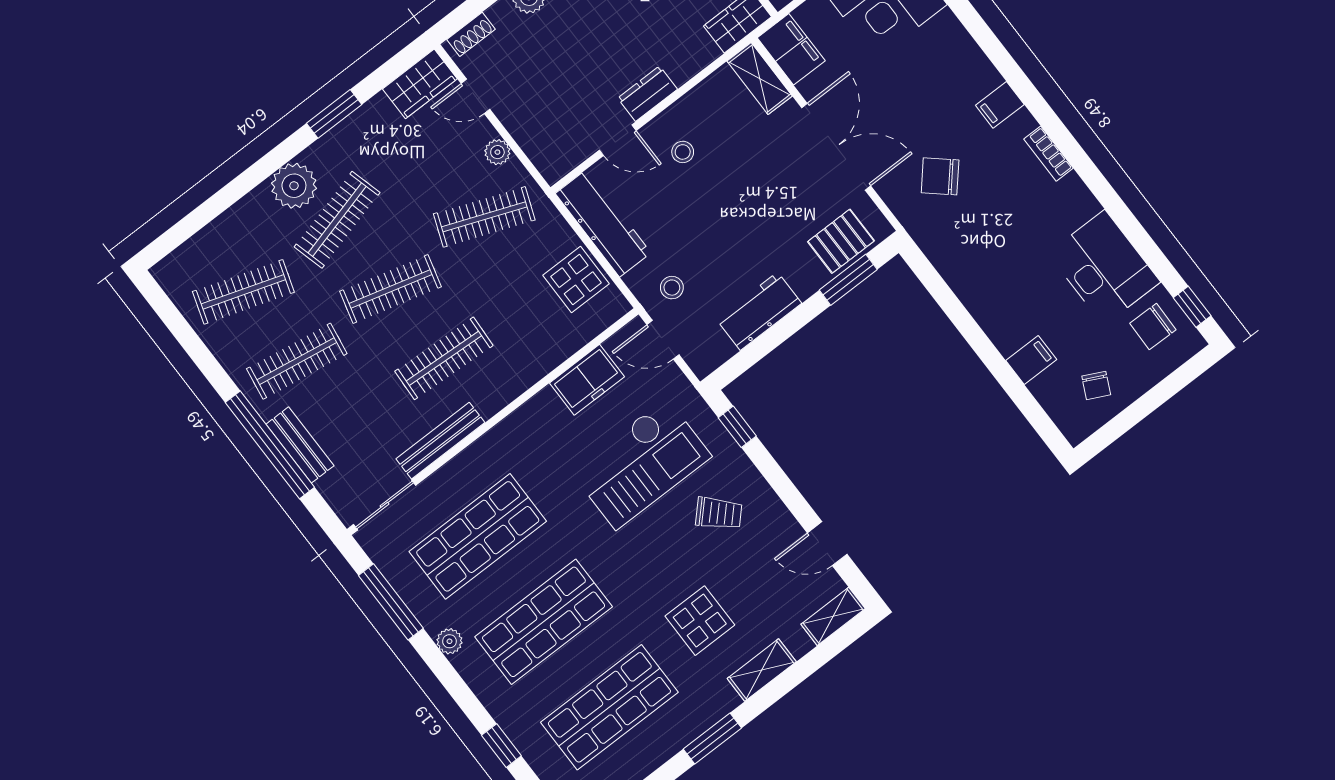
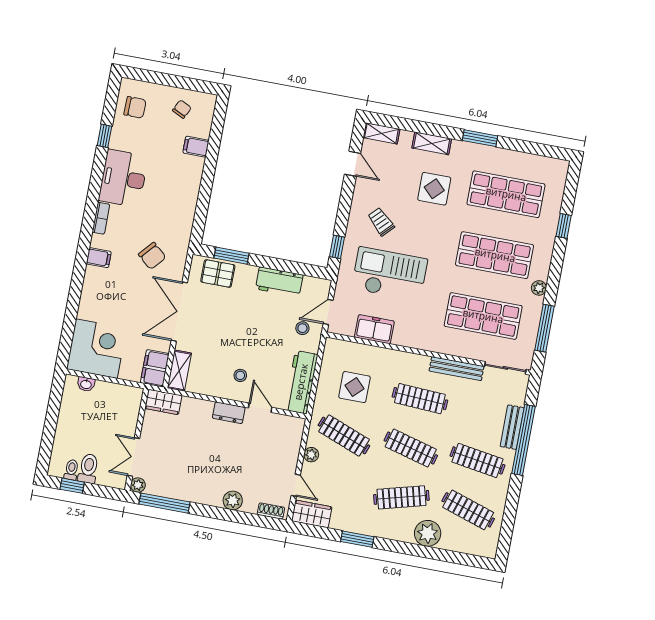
plant: (294, 186) -> (428, 533), moved
desk: (1104, 268) -> (123, 178), moved
display table: (576, 280) -> (354, 387), moved
window: (1192, 307) -> (105, 136), moved
door: (663, 340) -> (328, 312), swing flipped

